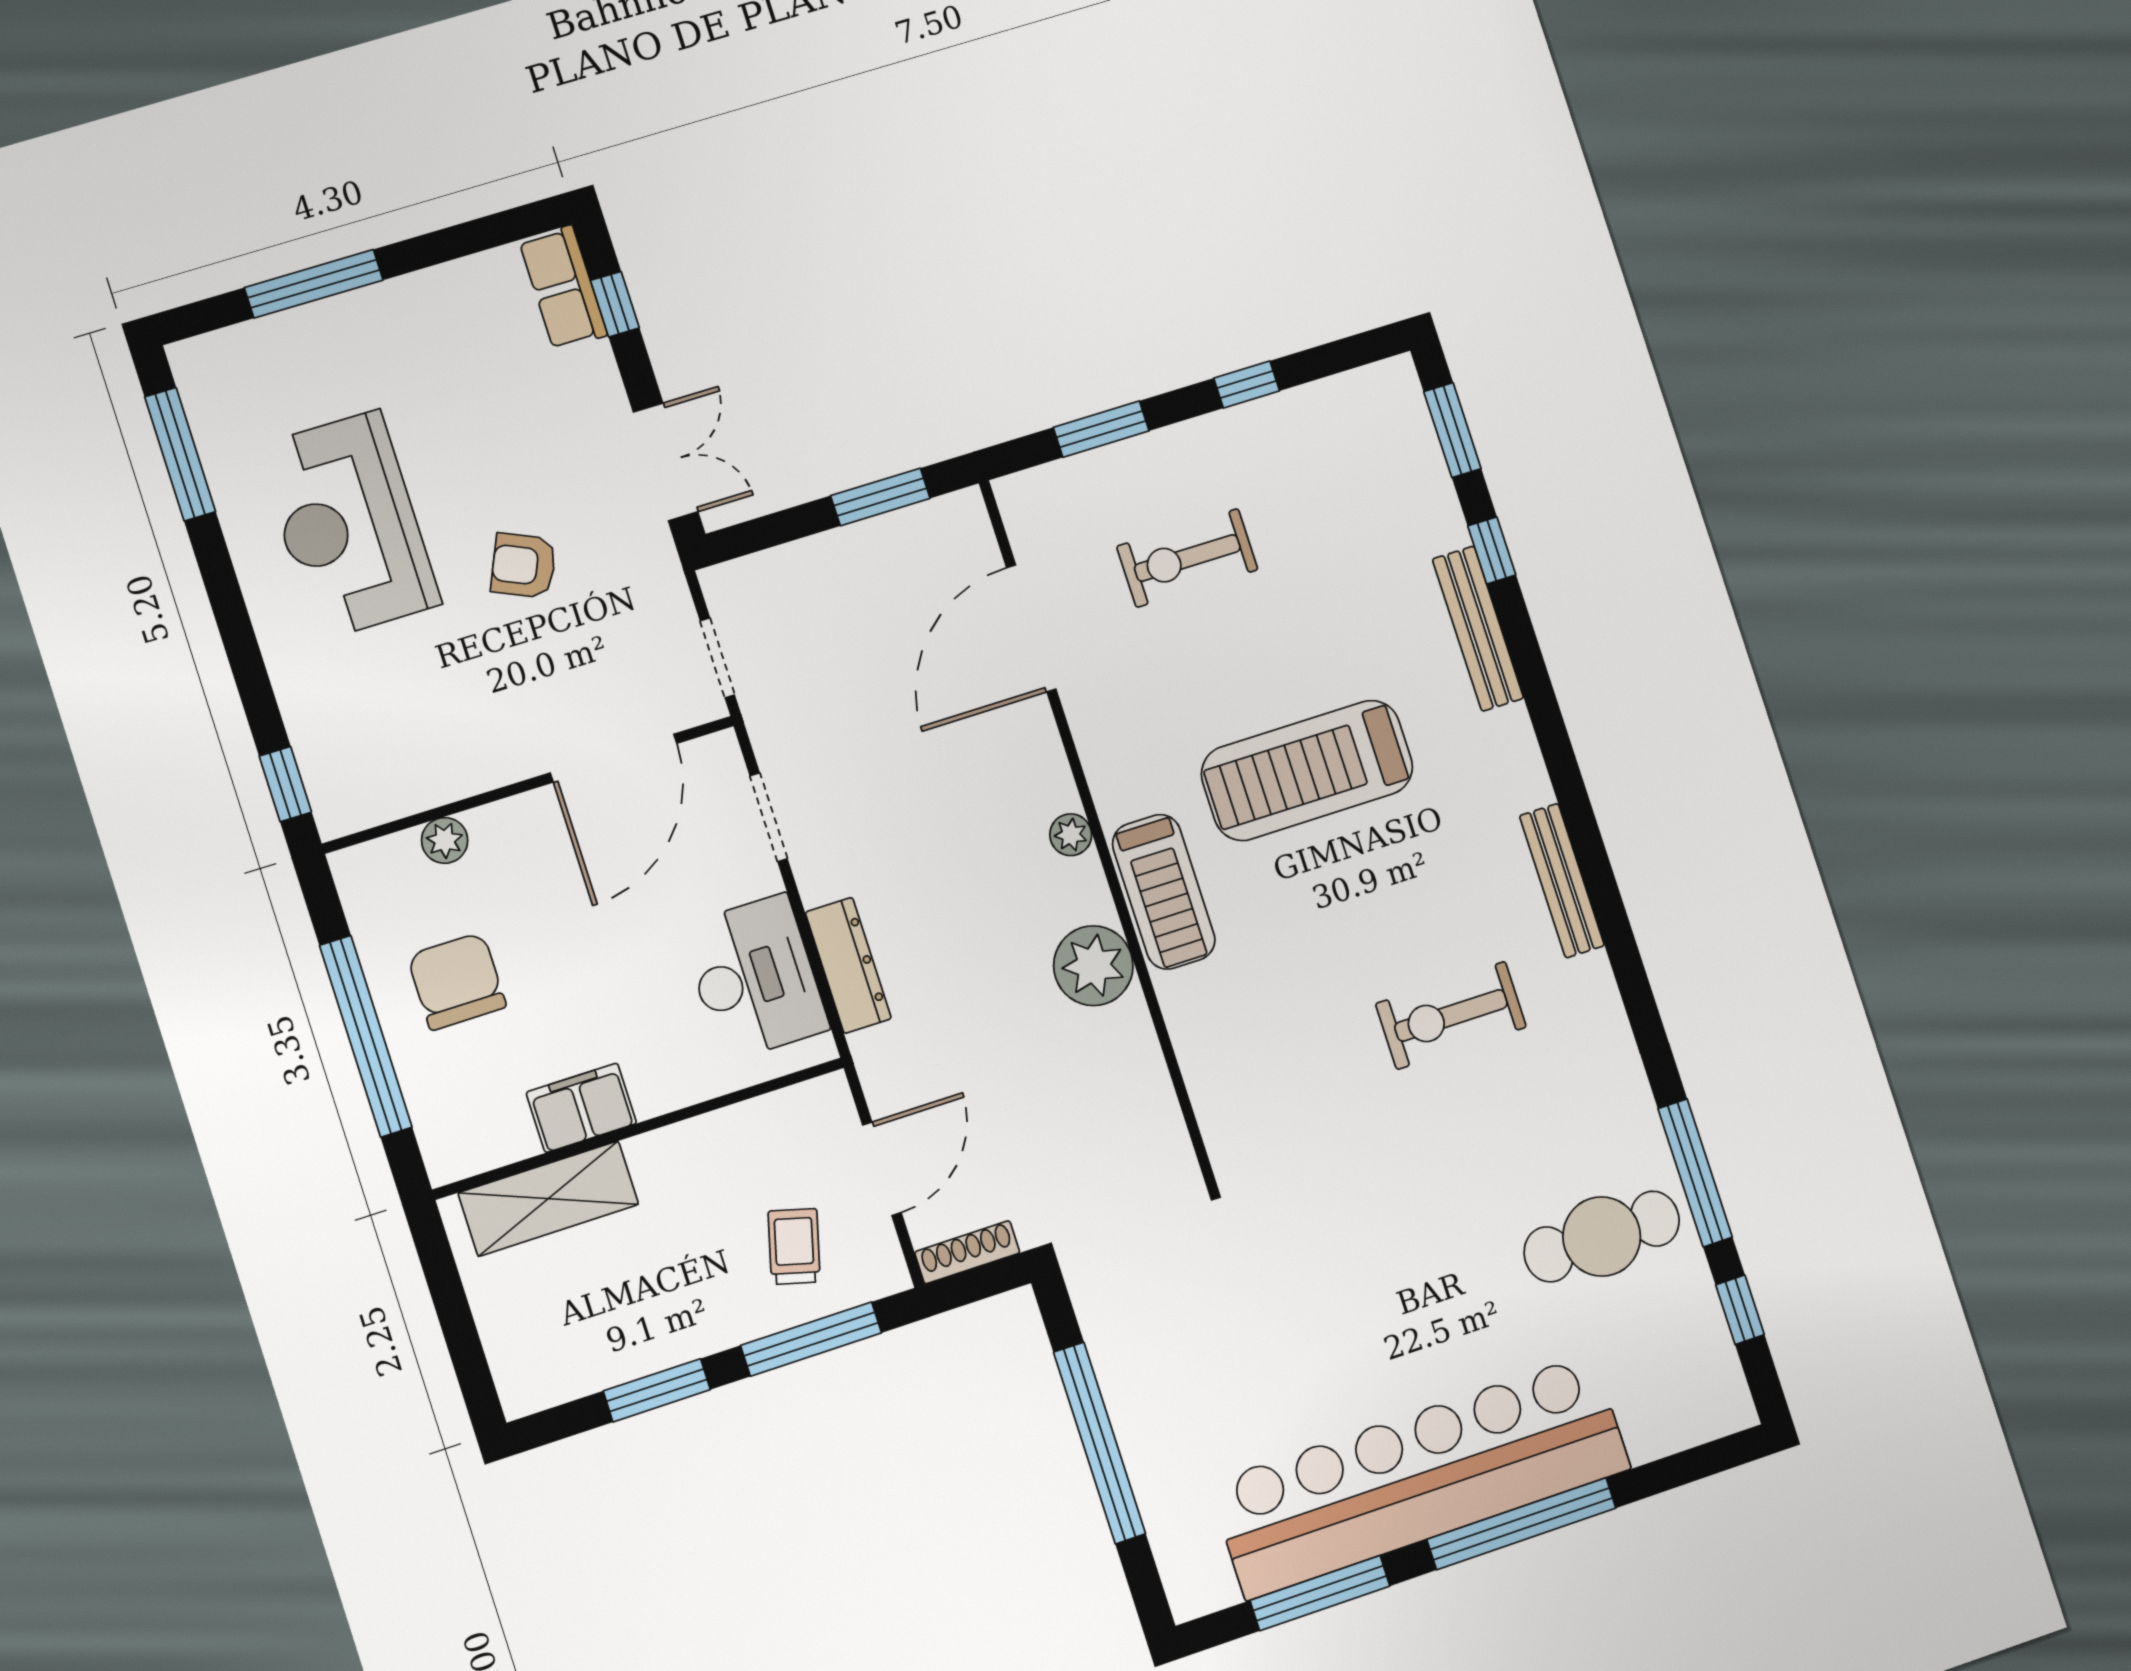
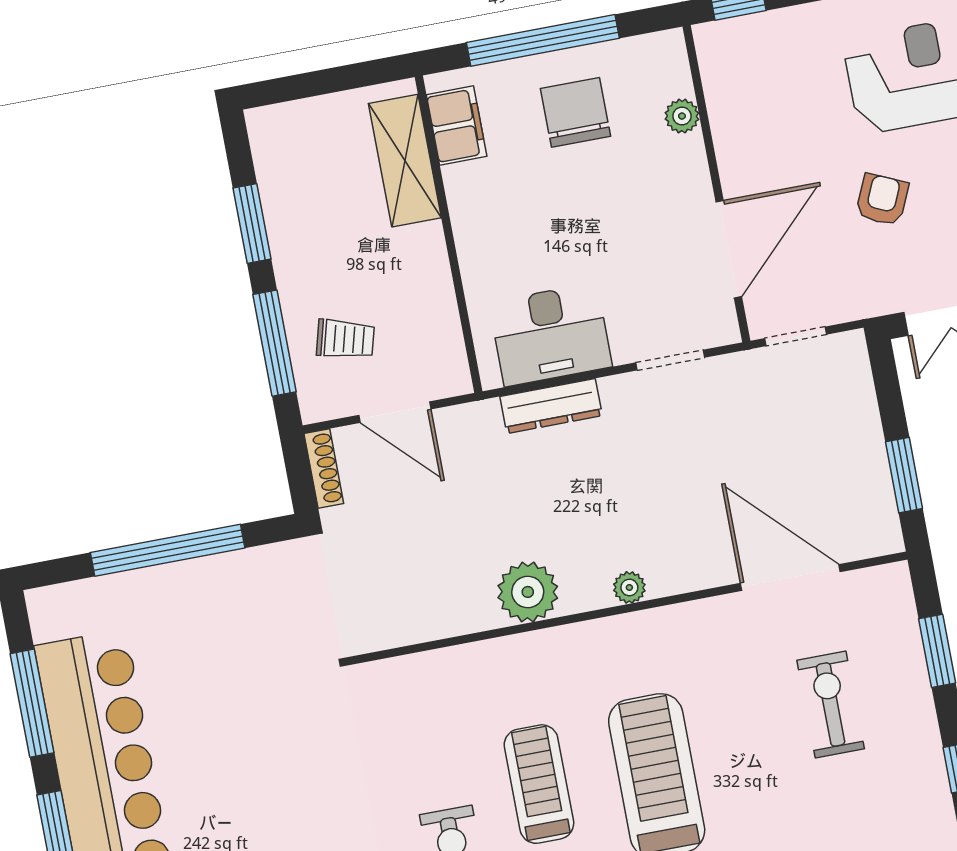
door: (614, 758) -> (729, 249), swing flipped
treadmill: (1164, 892) -> (539, 784), moved, turned 90
chair: (457, 981) -> (576, 112), turned -90
filing cabinet: (581, 1108) -> (457, 125), moved

